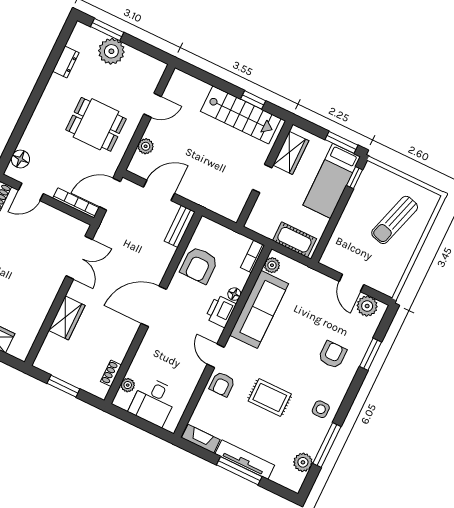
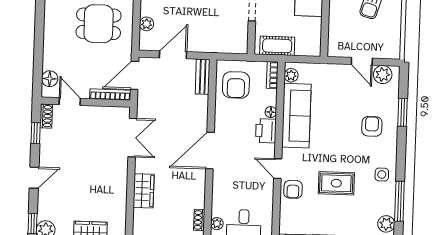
door: (31, 192) -> (70, 102), swing flipped
cot: (294, 240) -> (277, 46), moved
armchair: (199, 265) -> (236, 85), moved

